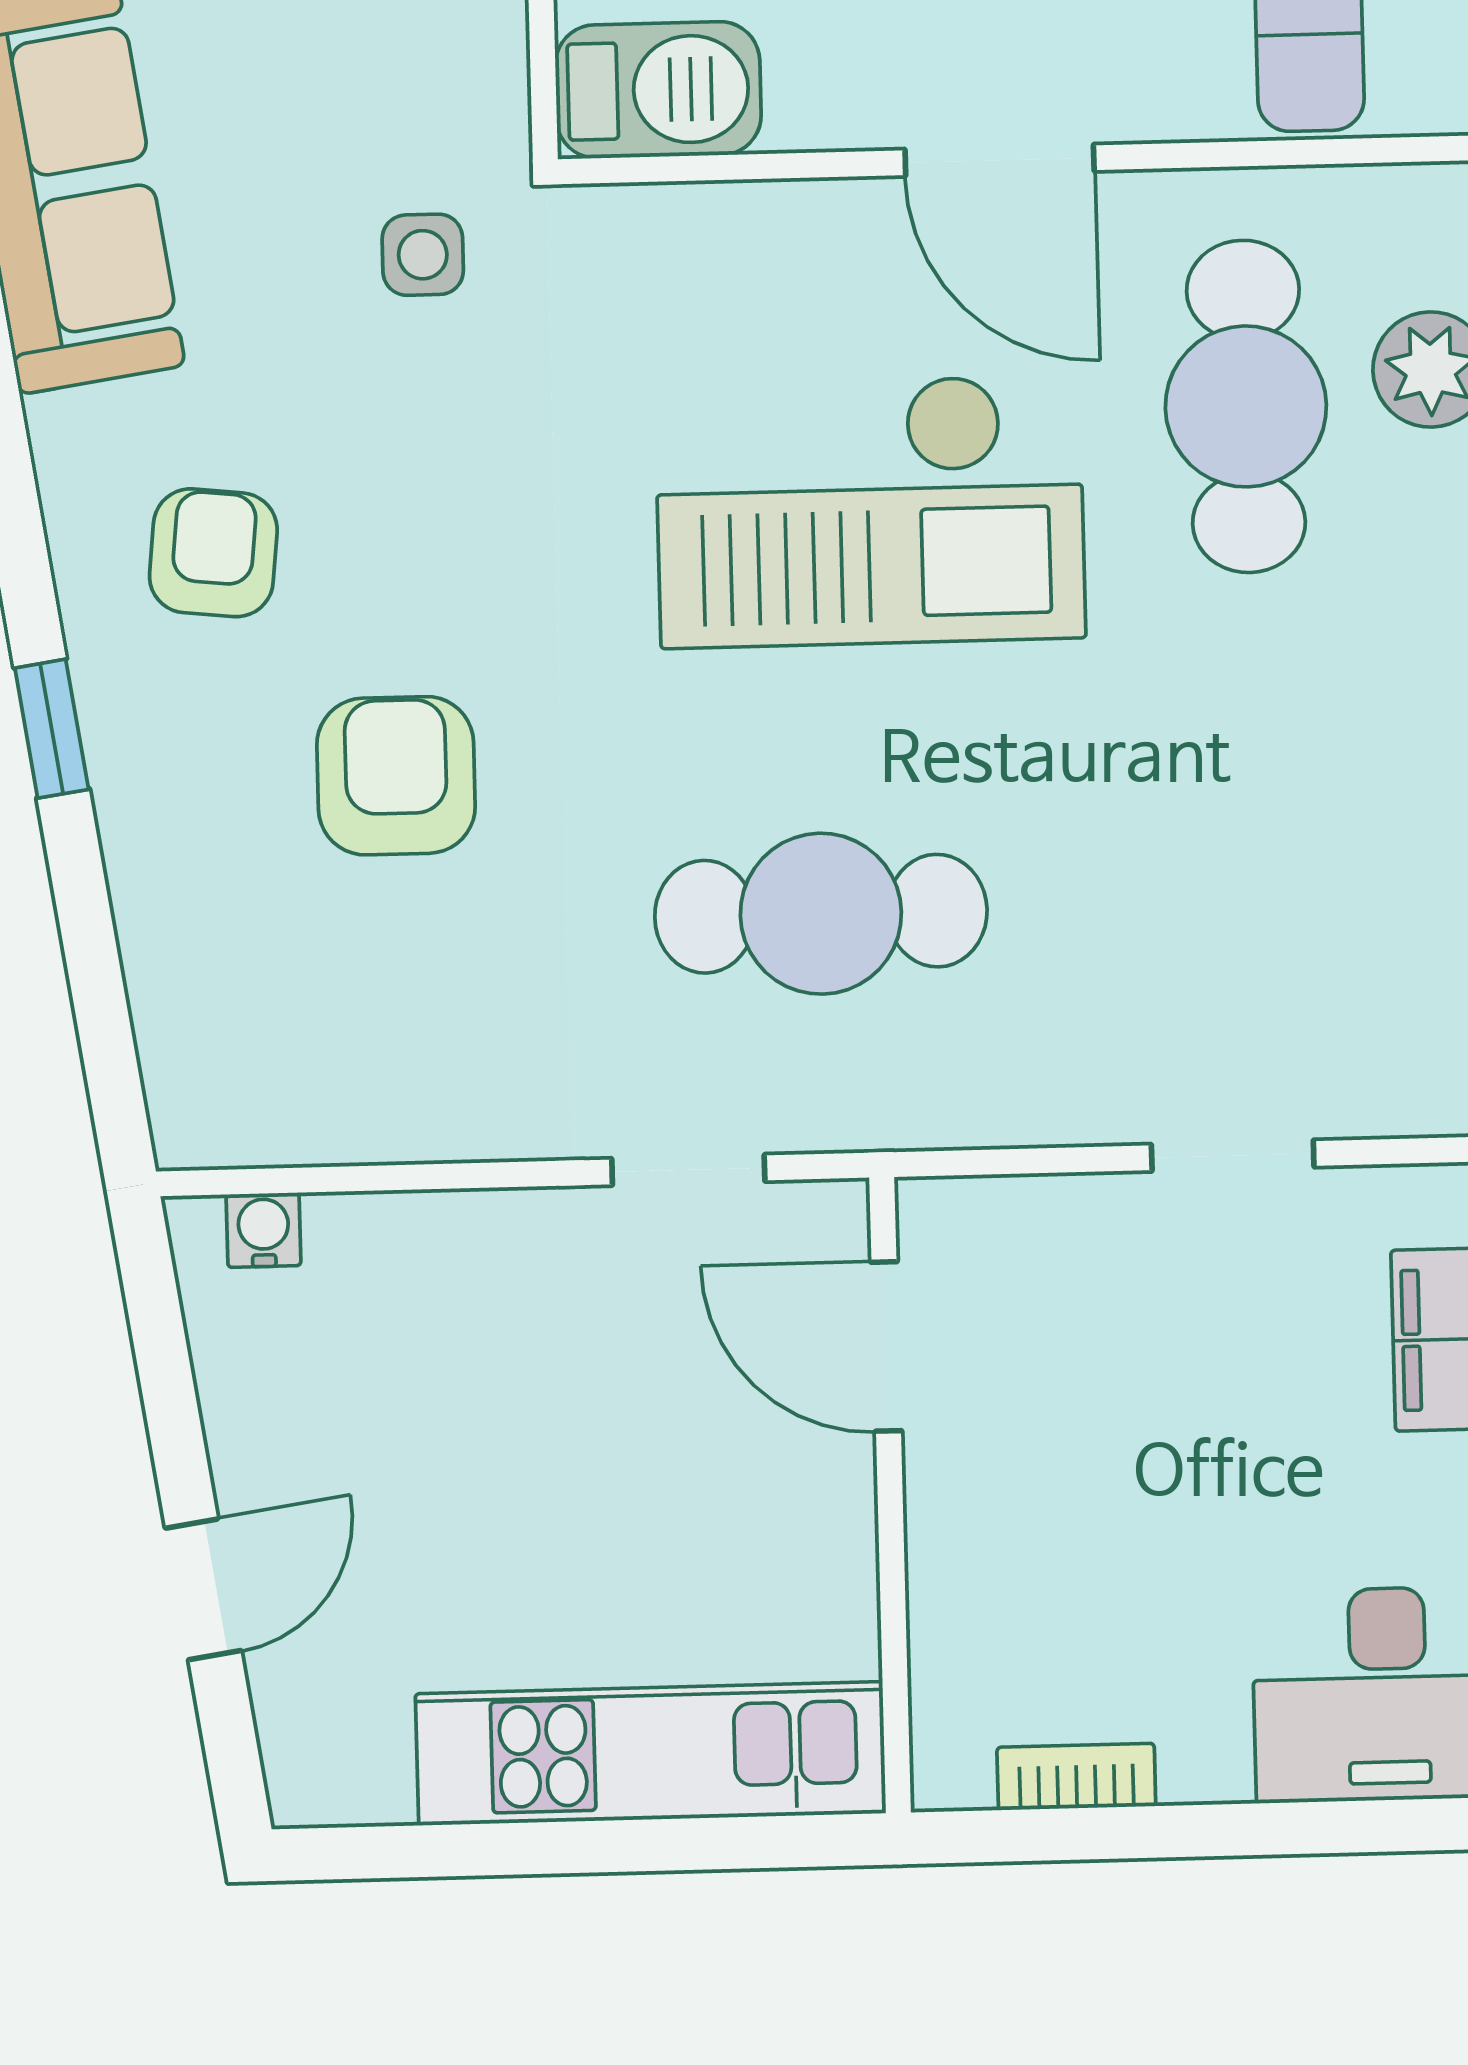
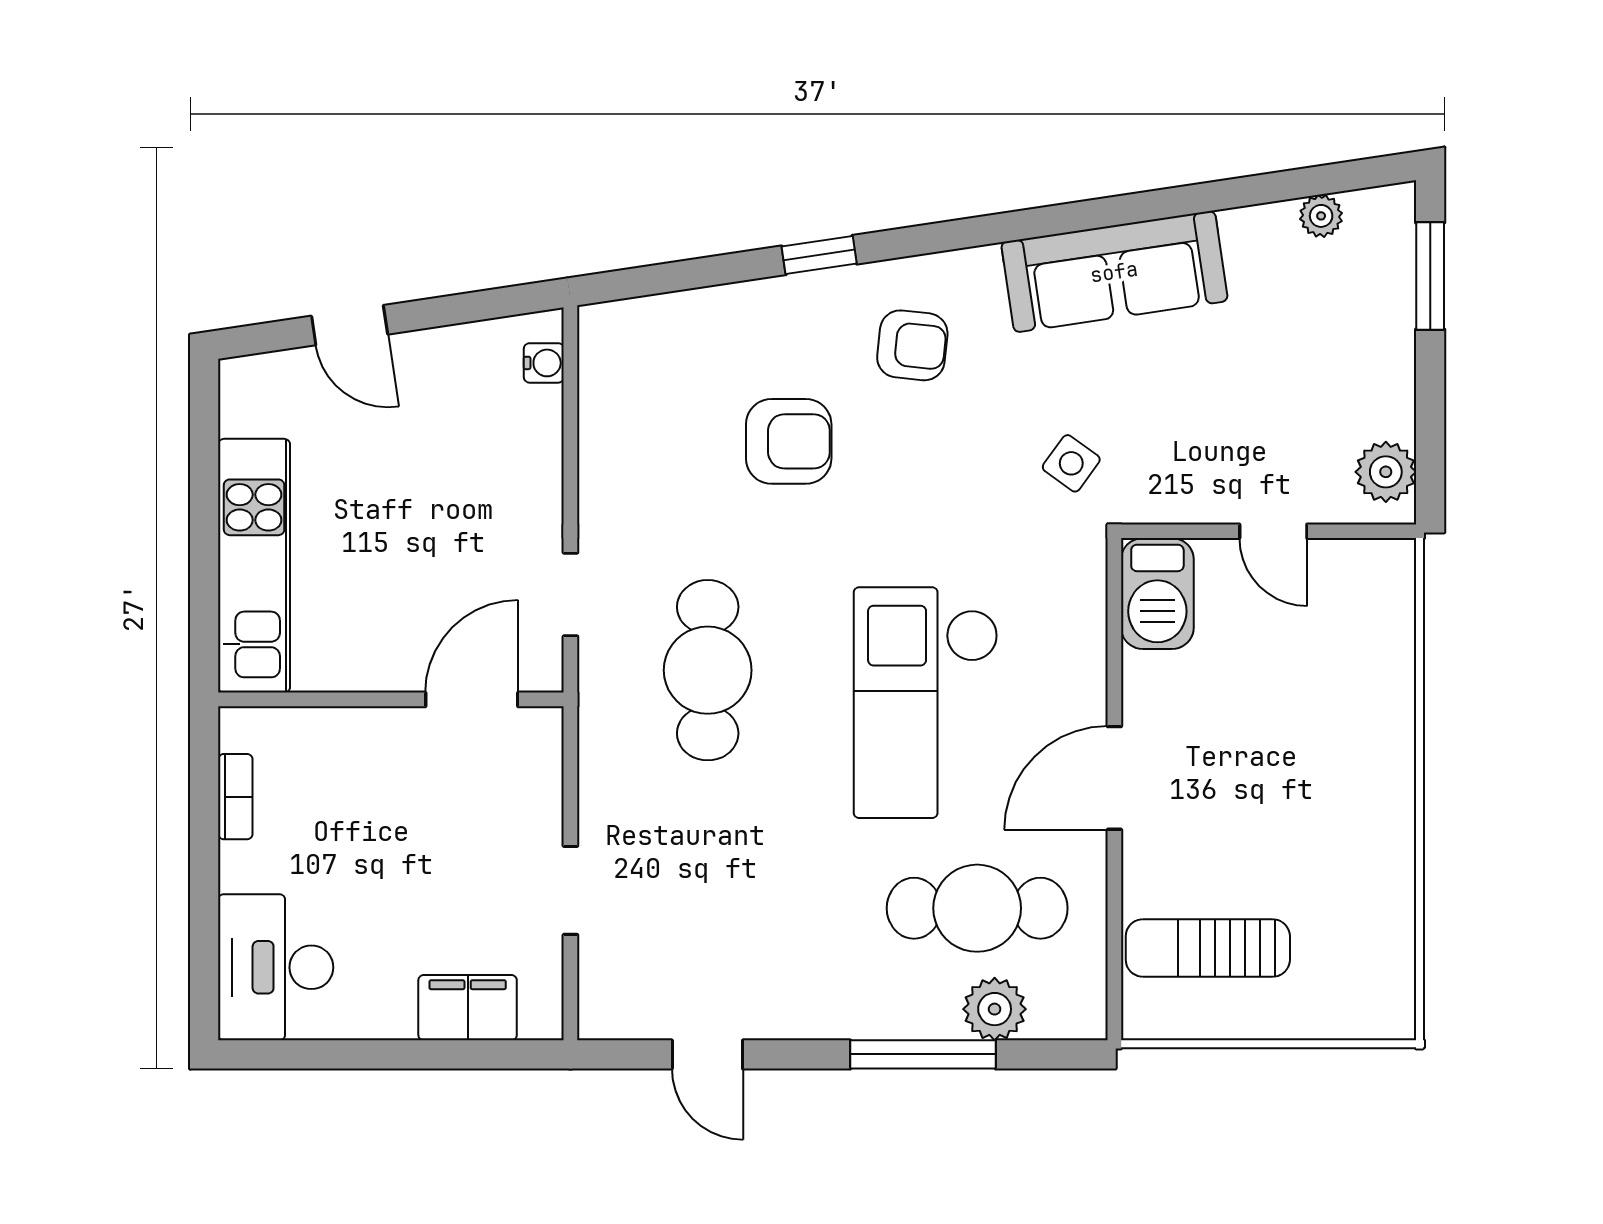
side table: (423, 255) -> (1071, 463), turned 36

